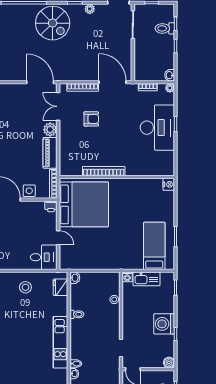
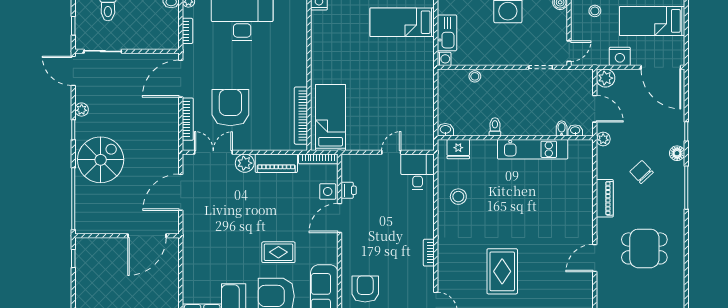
door: (40, 82) -> (181, 192), moved
double door: (58, 106) -> (213, 152), swing flipped
armchair: (91, 119) -> (230, 108), width x1.88, depth x1.88
bookcase: (104, 171) -> (301, 116), moved
bed: (84, 204) -> (331, 118), width x0.49
printer: (51, 206) -> (349, 190), moved

